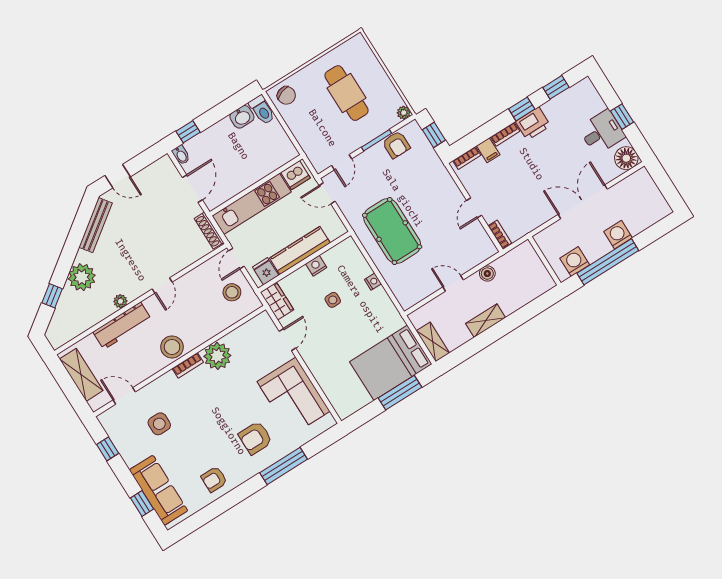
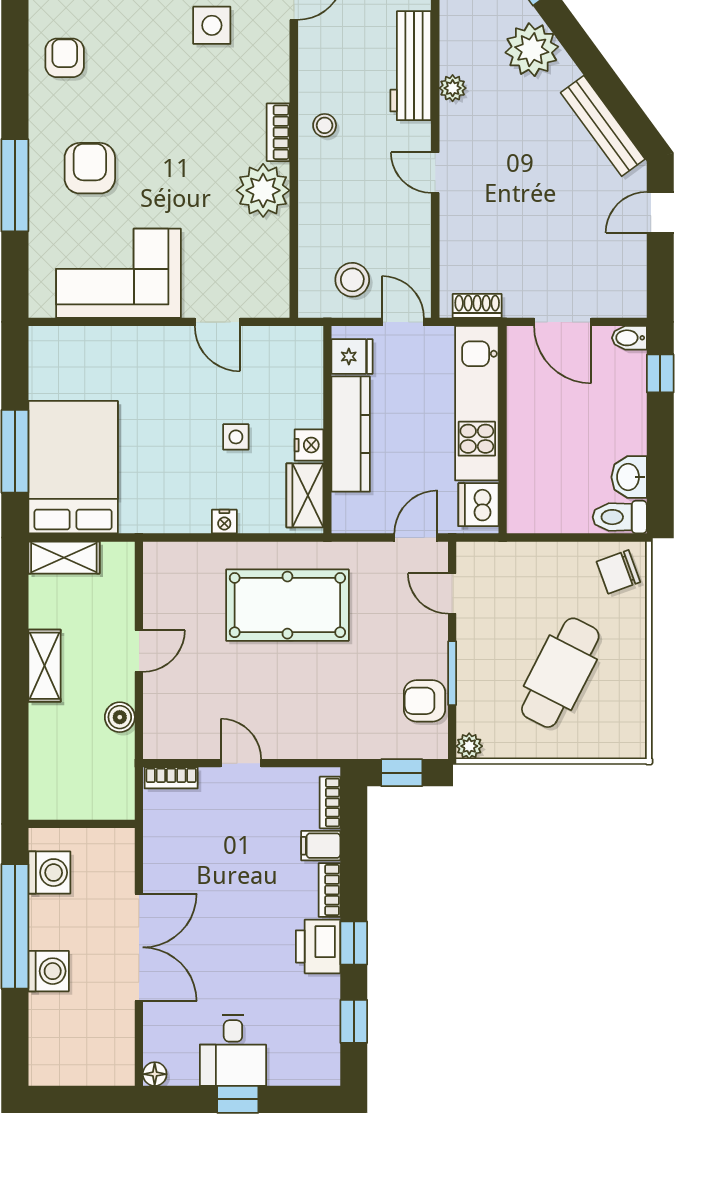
cafe table: (346, 93) -> (560, 673), turned -63
floor lamp: (626, 158) -> (155, 1074), width x0.53, depth x0.53
shoe rack: (209, 230) -> (477, 306), width x0.70
wardrobe: (277, 301) -> (305, 495), moved, turned 90
stool: (172, 347) -> (325, 125), width x0.53, depth x0.53

